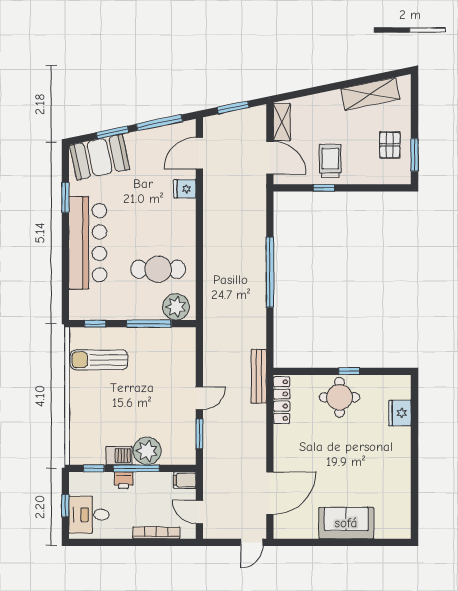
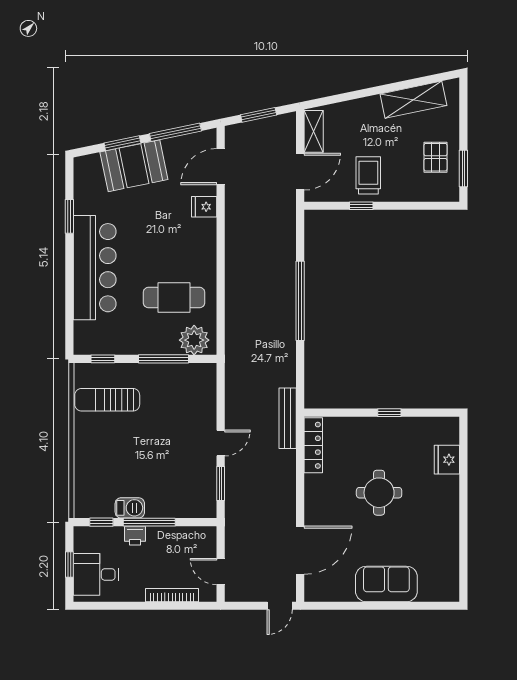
booth: (100, 157) -> (134, 166), moved
door: (270, 158) -> (300, 172), hinge flipped
round table: (340, 397) -> (379, 493), moved
plant: (147, 451) -> (162, 503), removed
filing cabinet: (185, 480) -> (204, 536), removed

